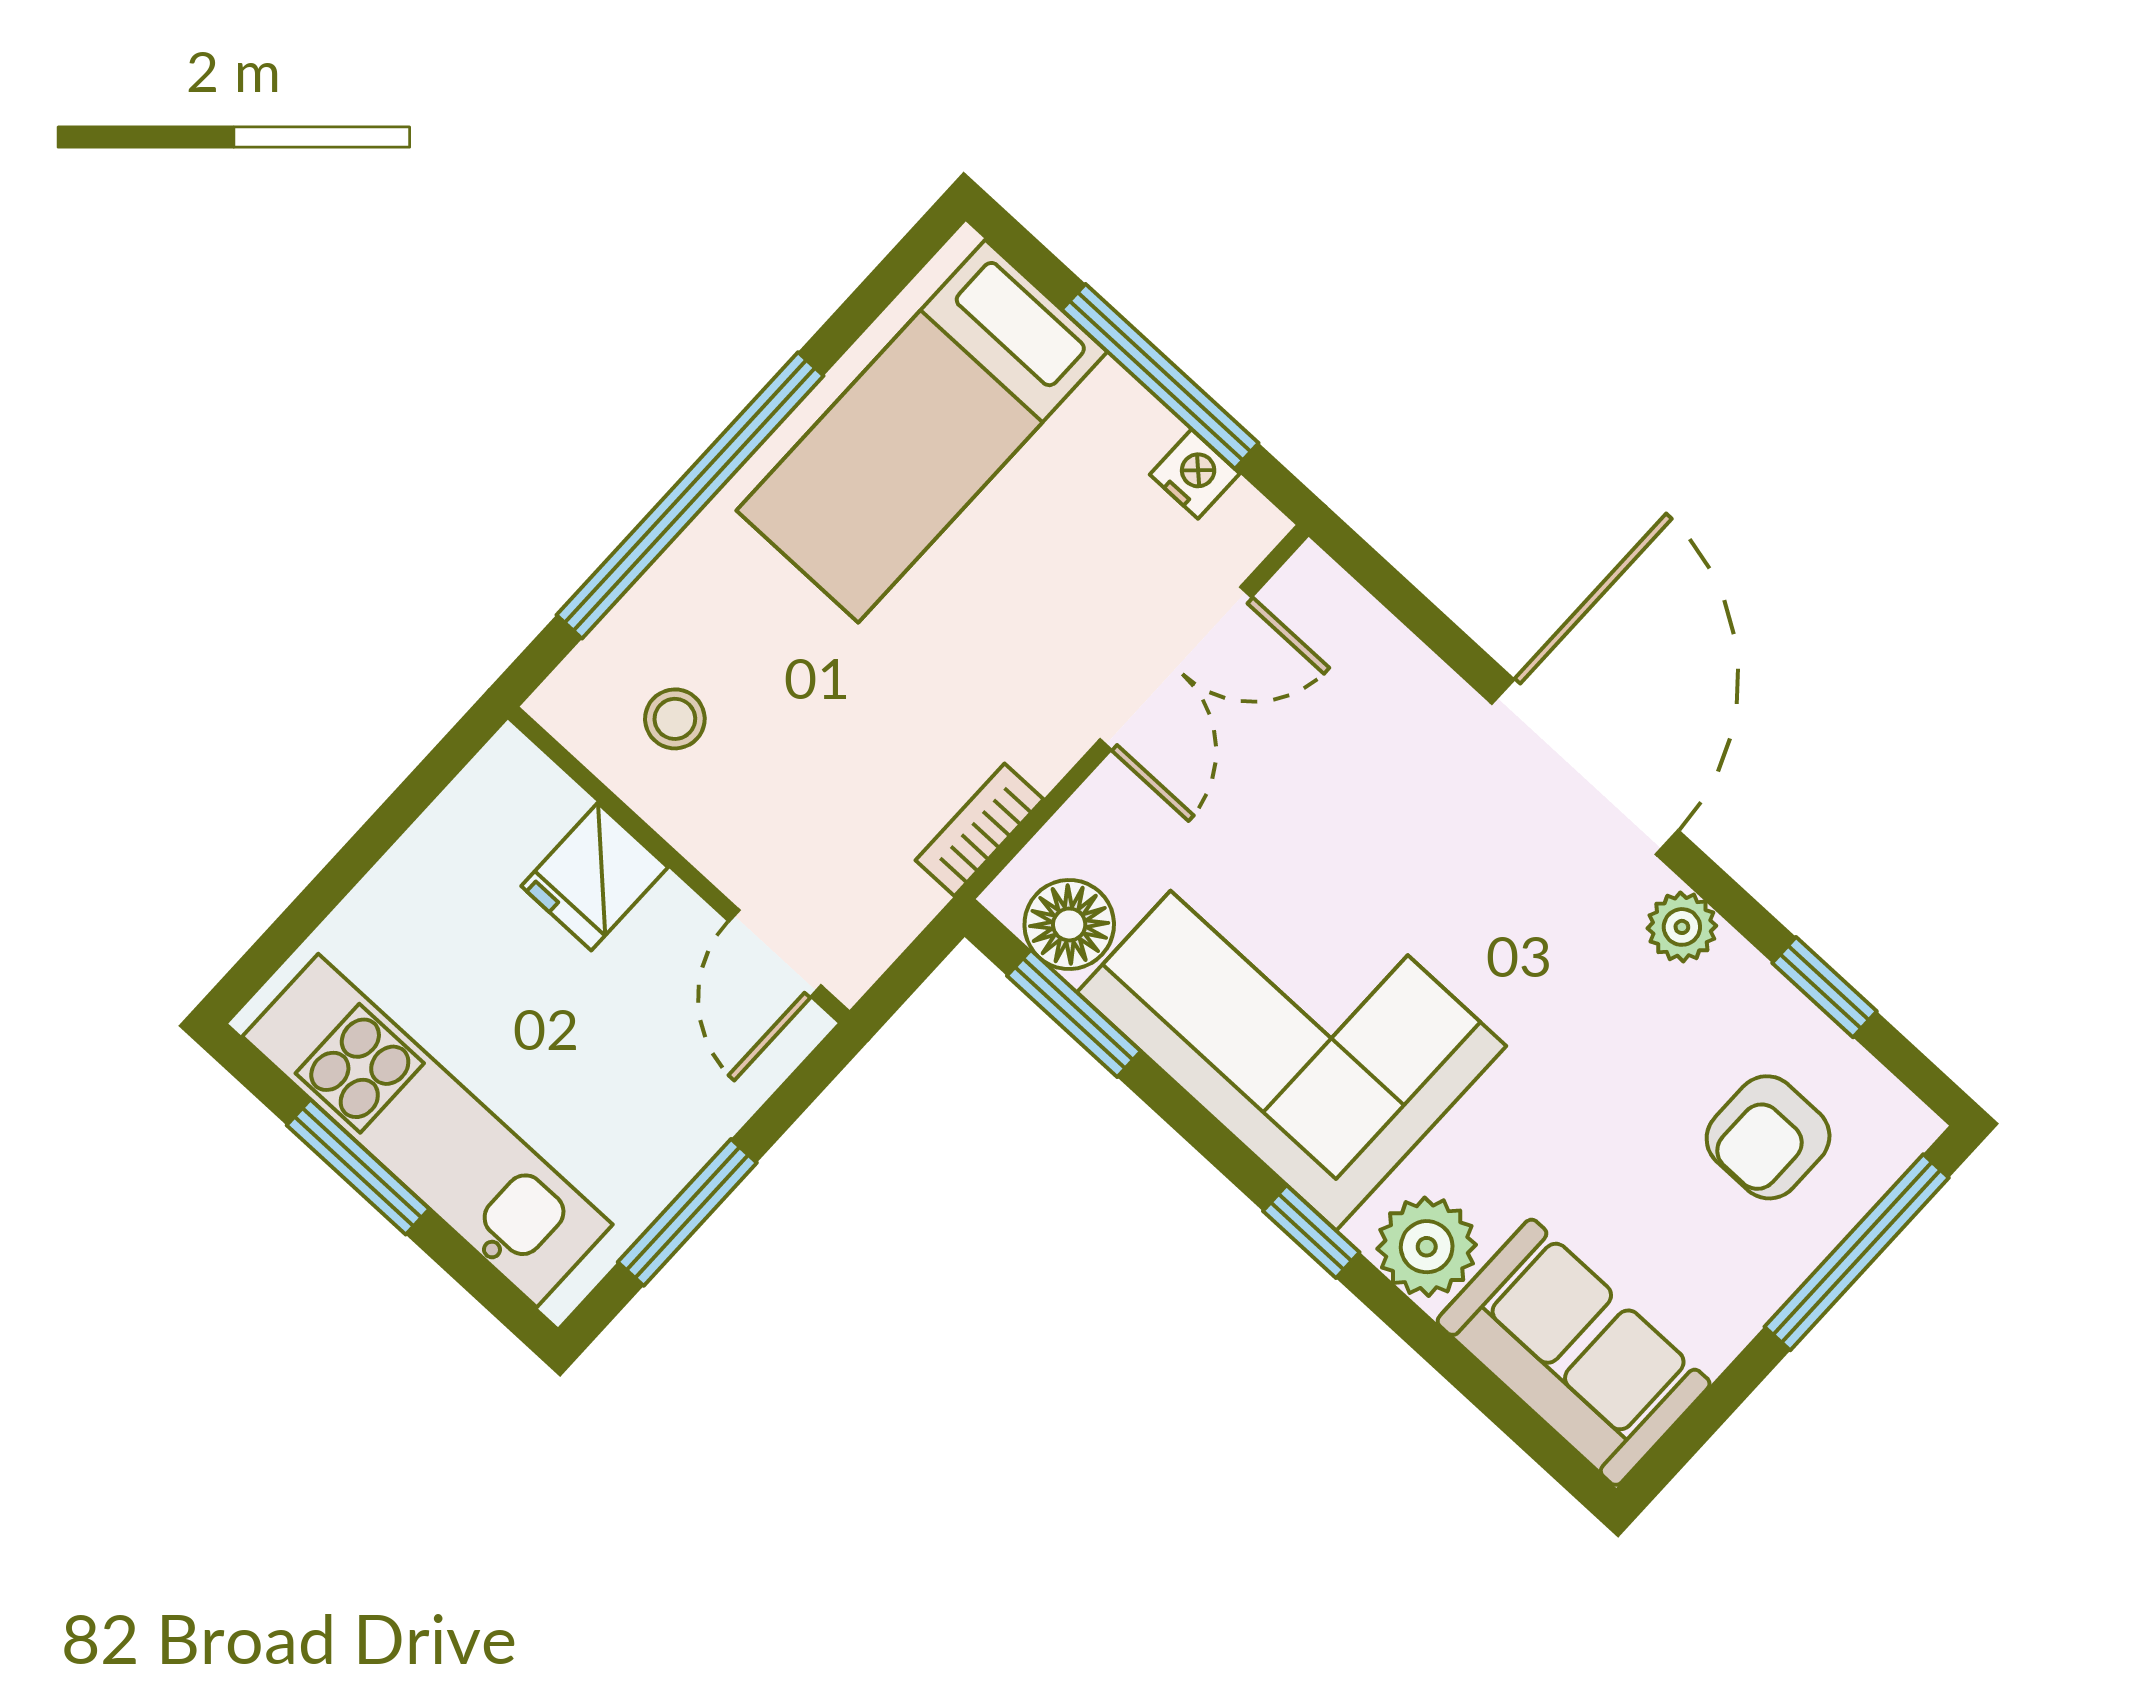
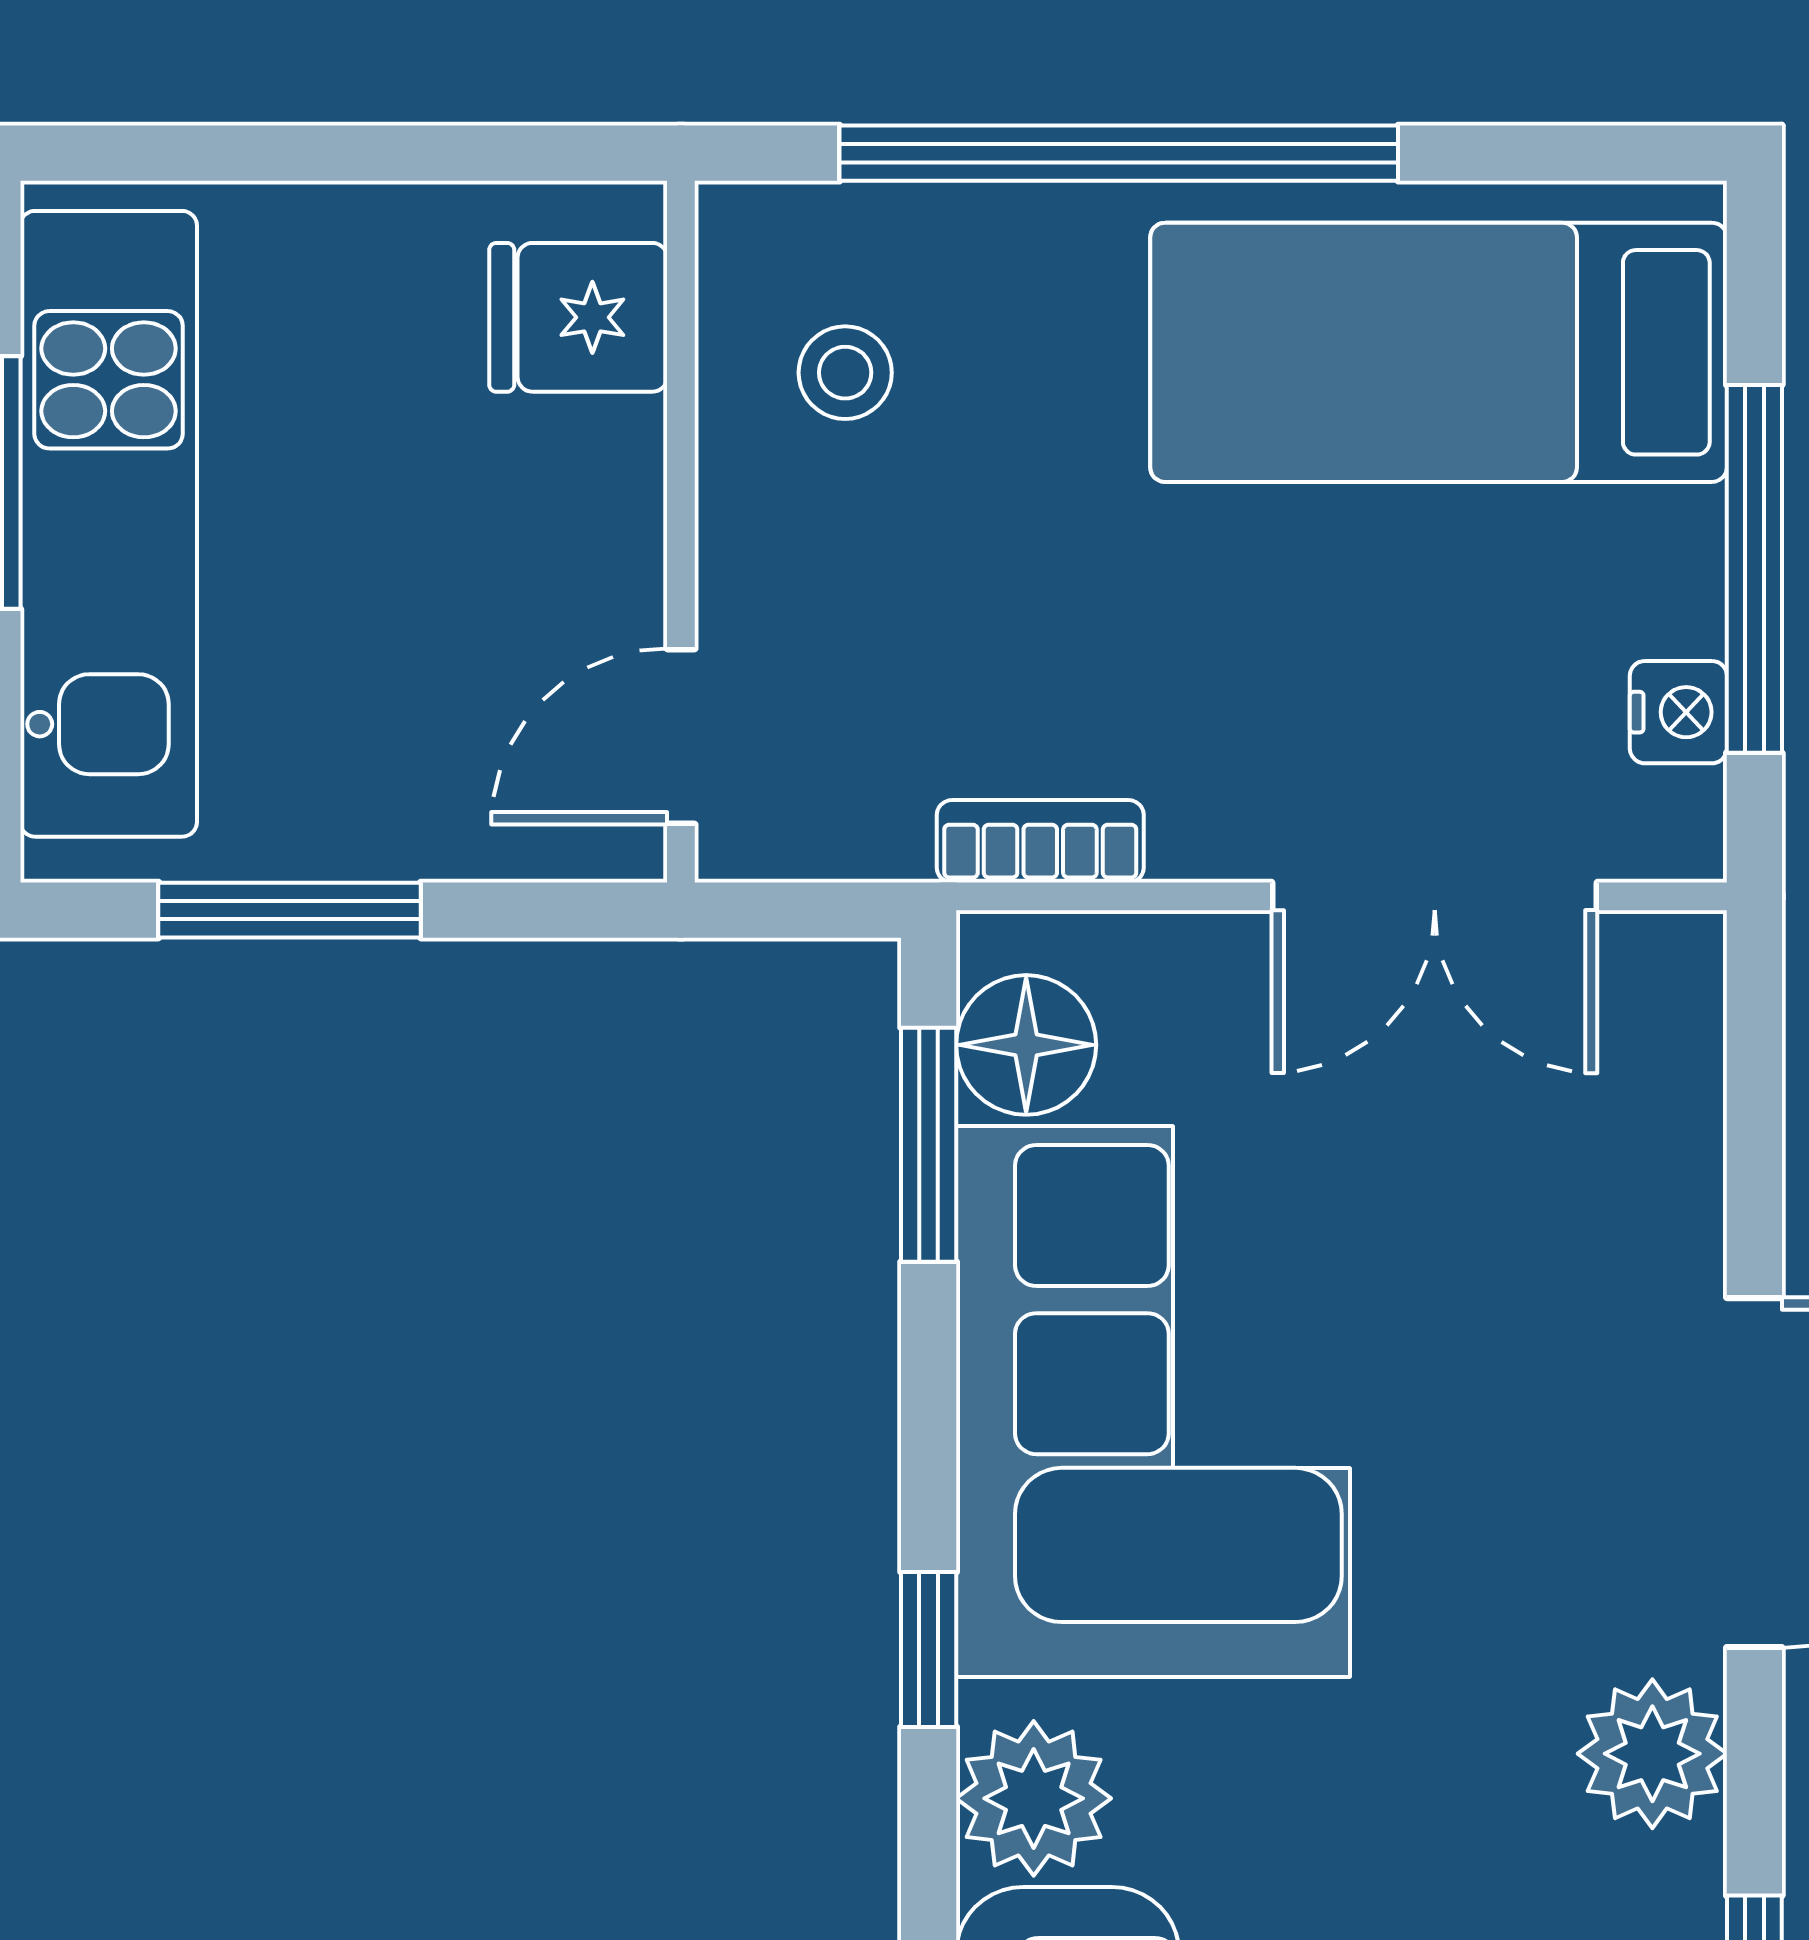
fridge: (595, 877) -> (578, 317), moved
plant: (1682, 927) -> (1652, 1754), width x1.38, depth x1.38

